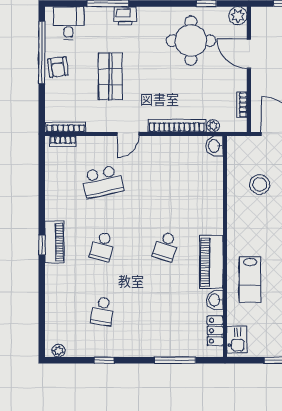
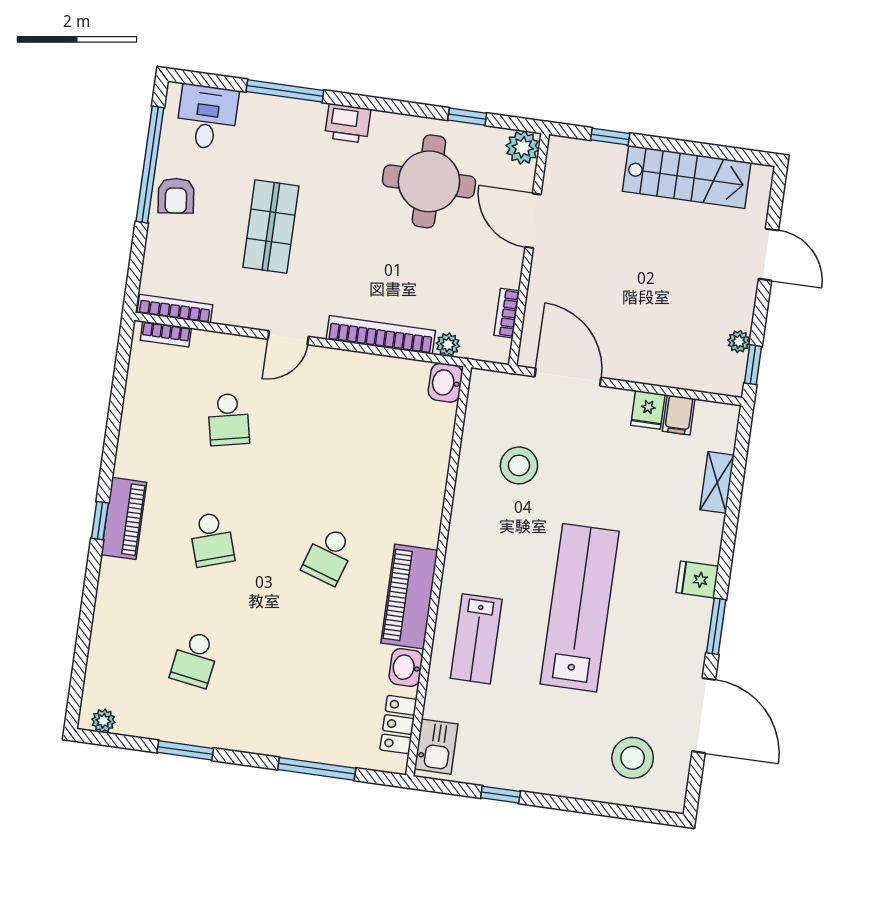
printer: (125, 16) -> (348, 123), moved
school desk: (102, 182) -> (229, 419), width x0.54
school desk: (102, 246) -> (212, 539), turned -33
window: (104, 360) -> (185, 750), width x1.50

